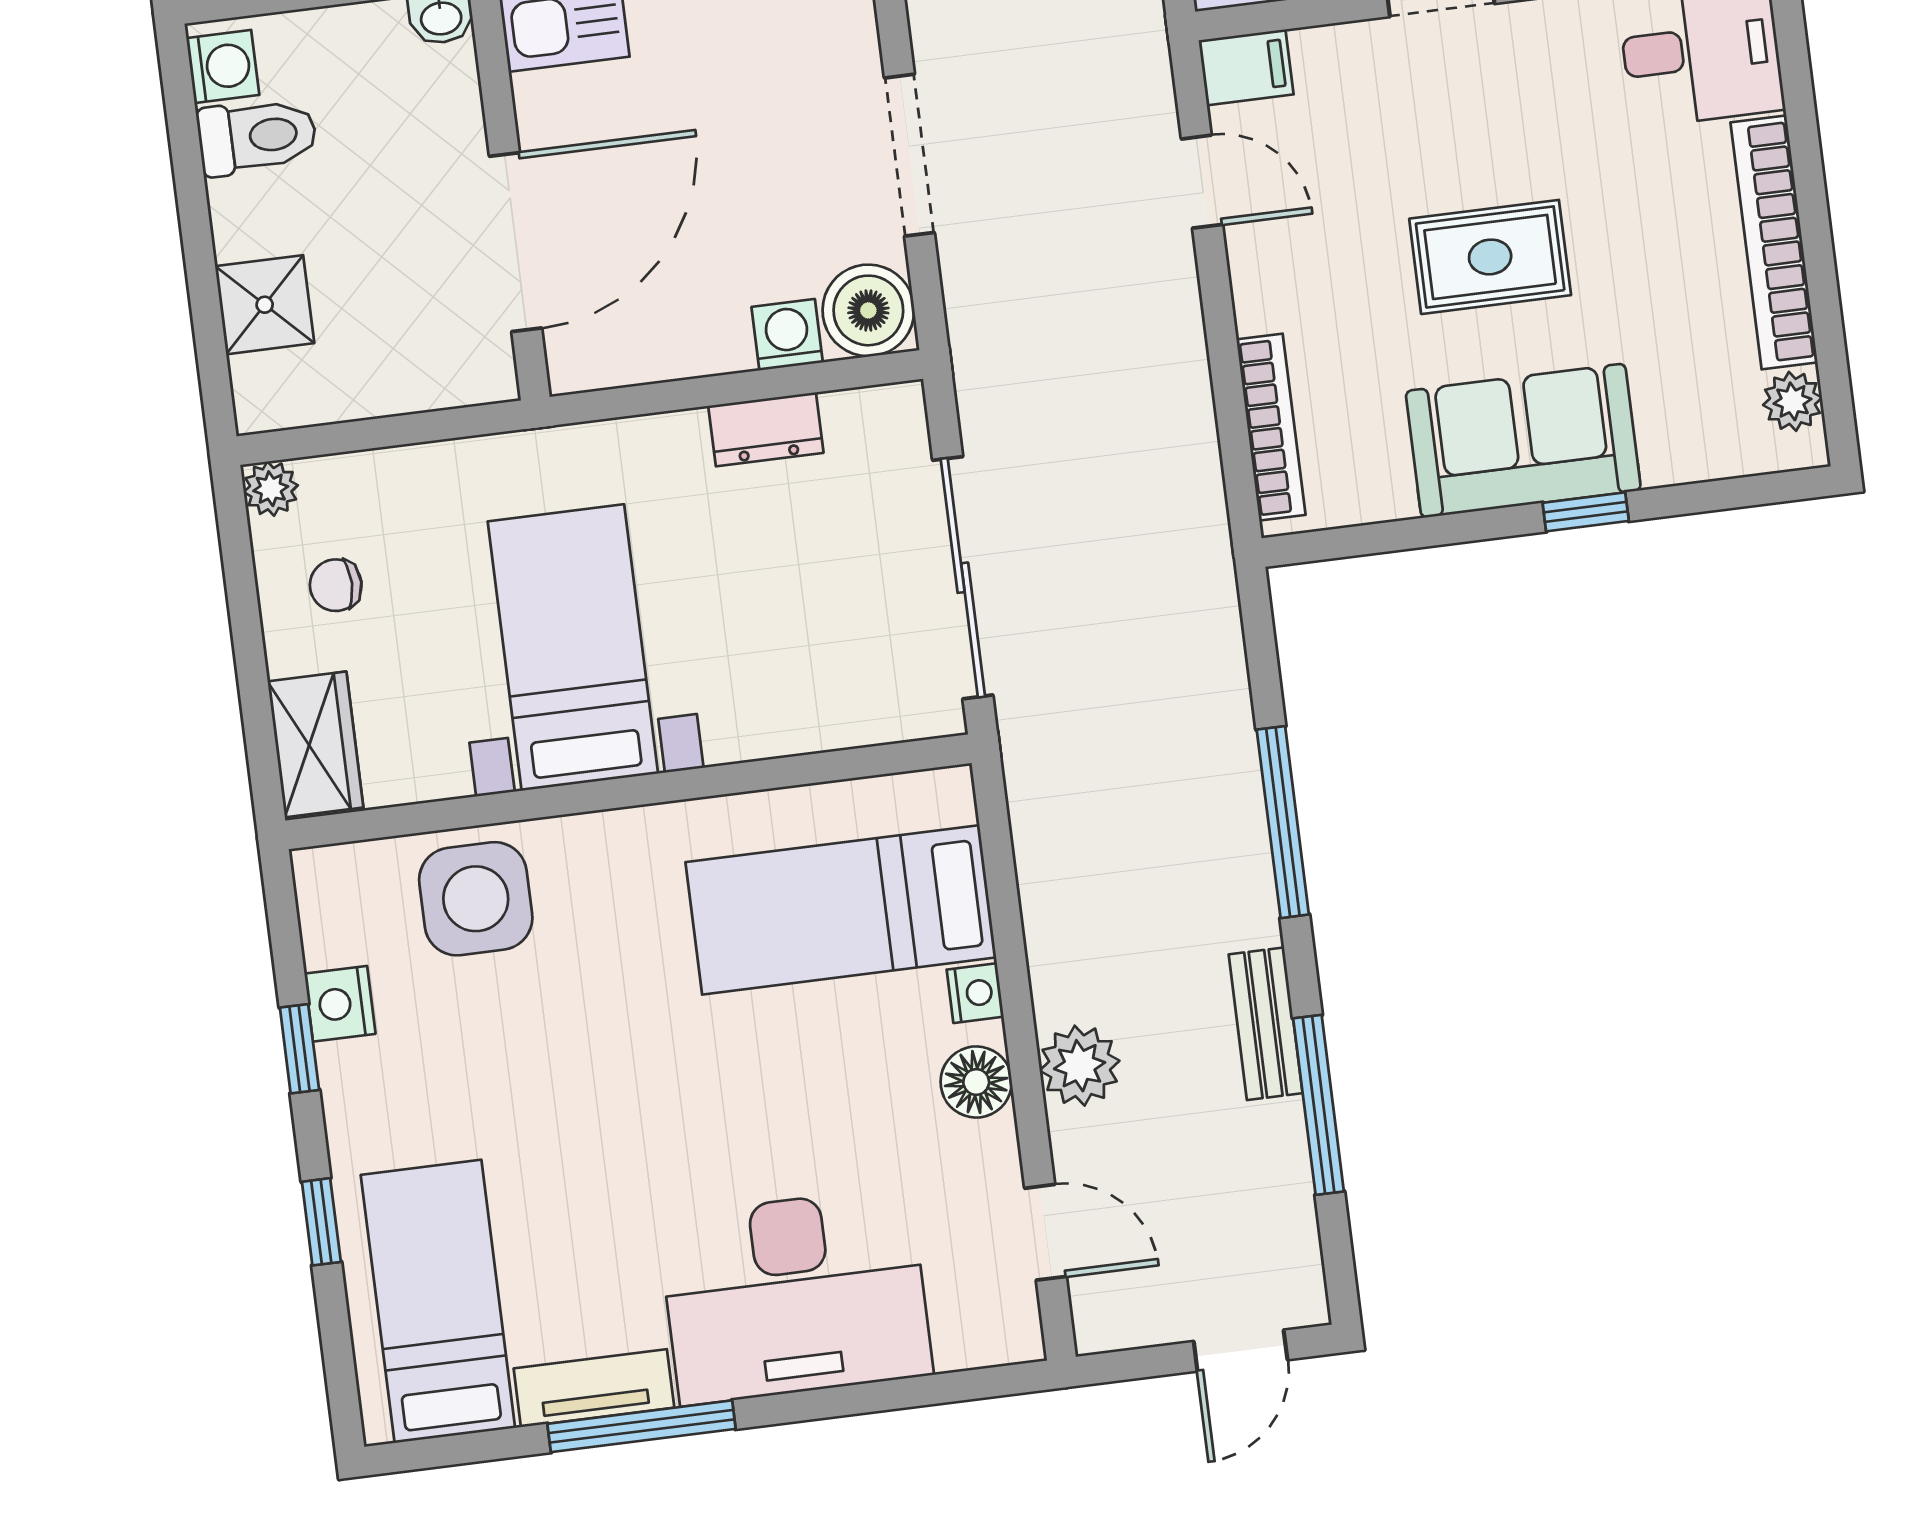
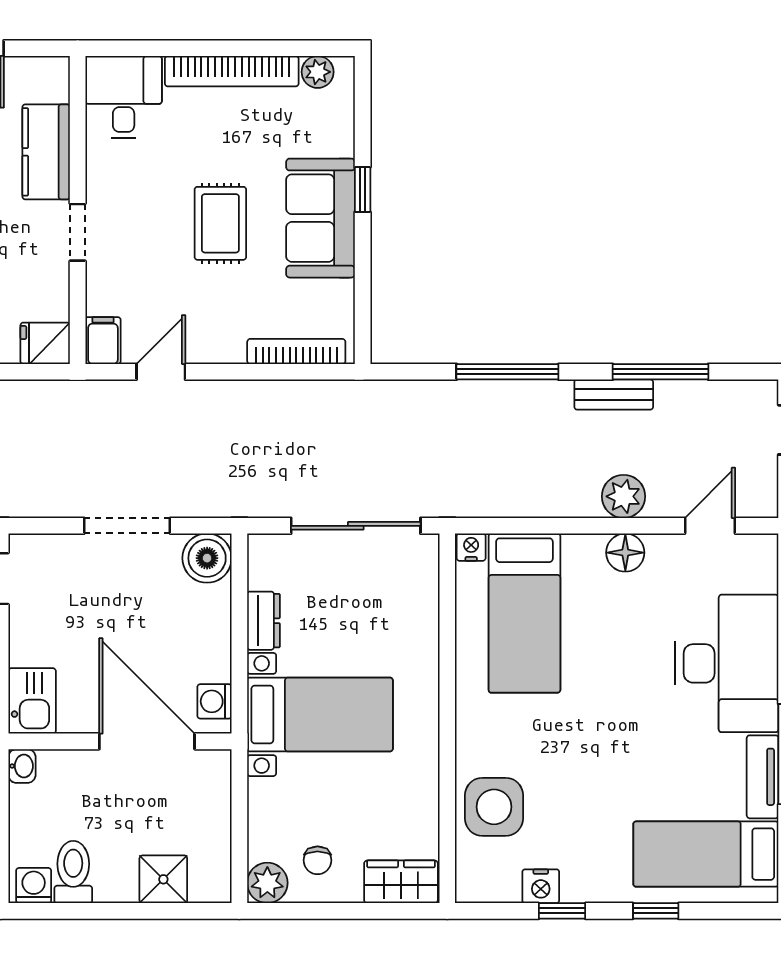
washing machine: (787, 335) -> (214, 701), moved
plant: (271, 489) -> (267, 883), width x1.38, depth x1.38
bed with nightstands: (573, 648) -> (320, 714), moved, turned 180
nightstand: (975, 993) -> (471, 547), moved

